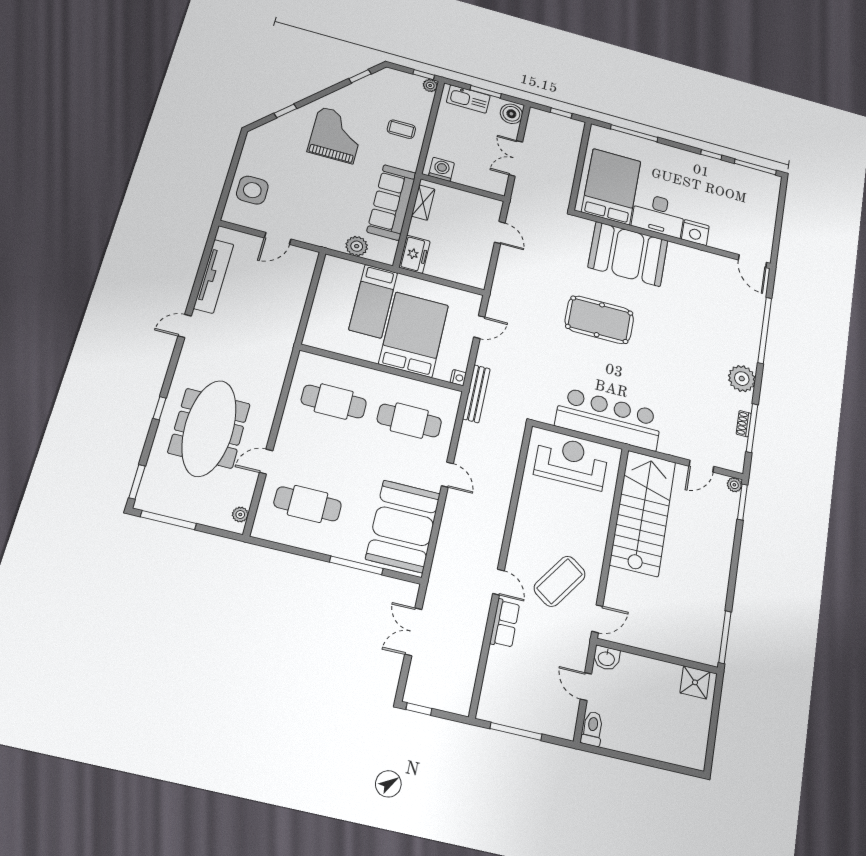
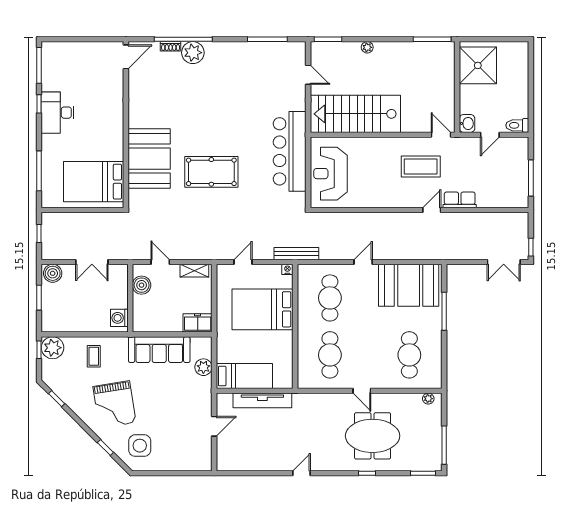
plant: (430, 85) -> (53, 348), width x1.88, depth x1.88
kitchen sink: (468, 99) -> (50, 310), removed
grand piano: (336, 135) -> (114, 404), turned -99
side table: (252, 190) -> (140, 446), moved
shelving: (423, 203) -> (194, 271), moved
boiler: (476, 204) -> (142, 285), added
desk: (658, 215) -> (58, 113), moved, turned 180
door: (500, 233) -> (160, 262), hinge flipped
nightstand: (695, 233) -> (114, 107), removed
door: (278, 238) -> (214, 426), hinge flipped
tv unit: (214, 276) -> (262, 400), moved, turned 180
bed: (373, 301) -> (244, 376), moved
pool table: (599, 320) -> (211, 172), turned 90
door: (185, 326) -> (302, 473), swing flipped
door: (479, 327) -> (243, 262), hinge flipped
plant: (742, 379) -> (193, 53), moved
shoe rack: (744, 424) -> (171, 46), moved
meeting table: (209, 428) -> (373, 436), width x0.73
door: (266, 462) -> (362, 391), moved
plant: (734, 485) -> (367, 47), moved
coffee table: (560, 581) -> (421, 166), turned -35
double door: (413, 632) -> (504, 262), moved
shower: (695, 682) -> (478, 65), width x1.86, depth x1.86

